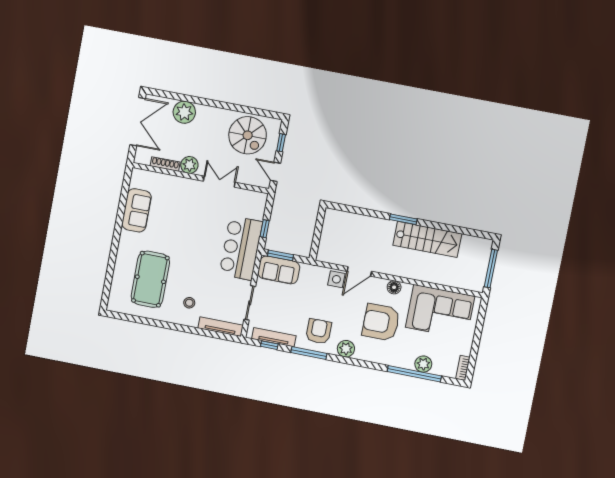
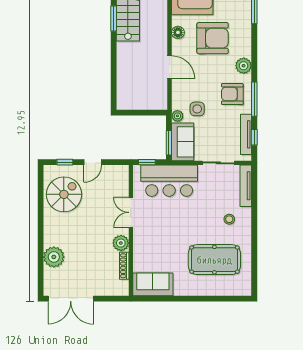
double door: (138, 122) -> (71, 299), swing flipped
shoe rack: (165, 164) -> (124, 266), moved
plant: (189, 165) -> (121, 243), moved
wall: (201, 178) -> (131, 230), moved
double door: (219, 182) -> (131, 212), moved
window: (403, 219) -> (114, 18), moved
plant: (307, 270) -> (177, 116), added
side table: (336, 279) -> (197, 109), moved
armchair: (381, 322) -> (213, 38), turned -90

